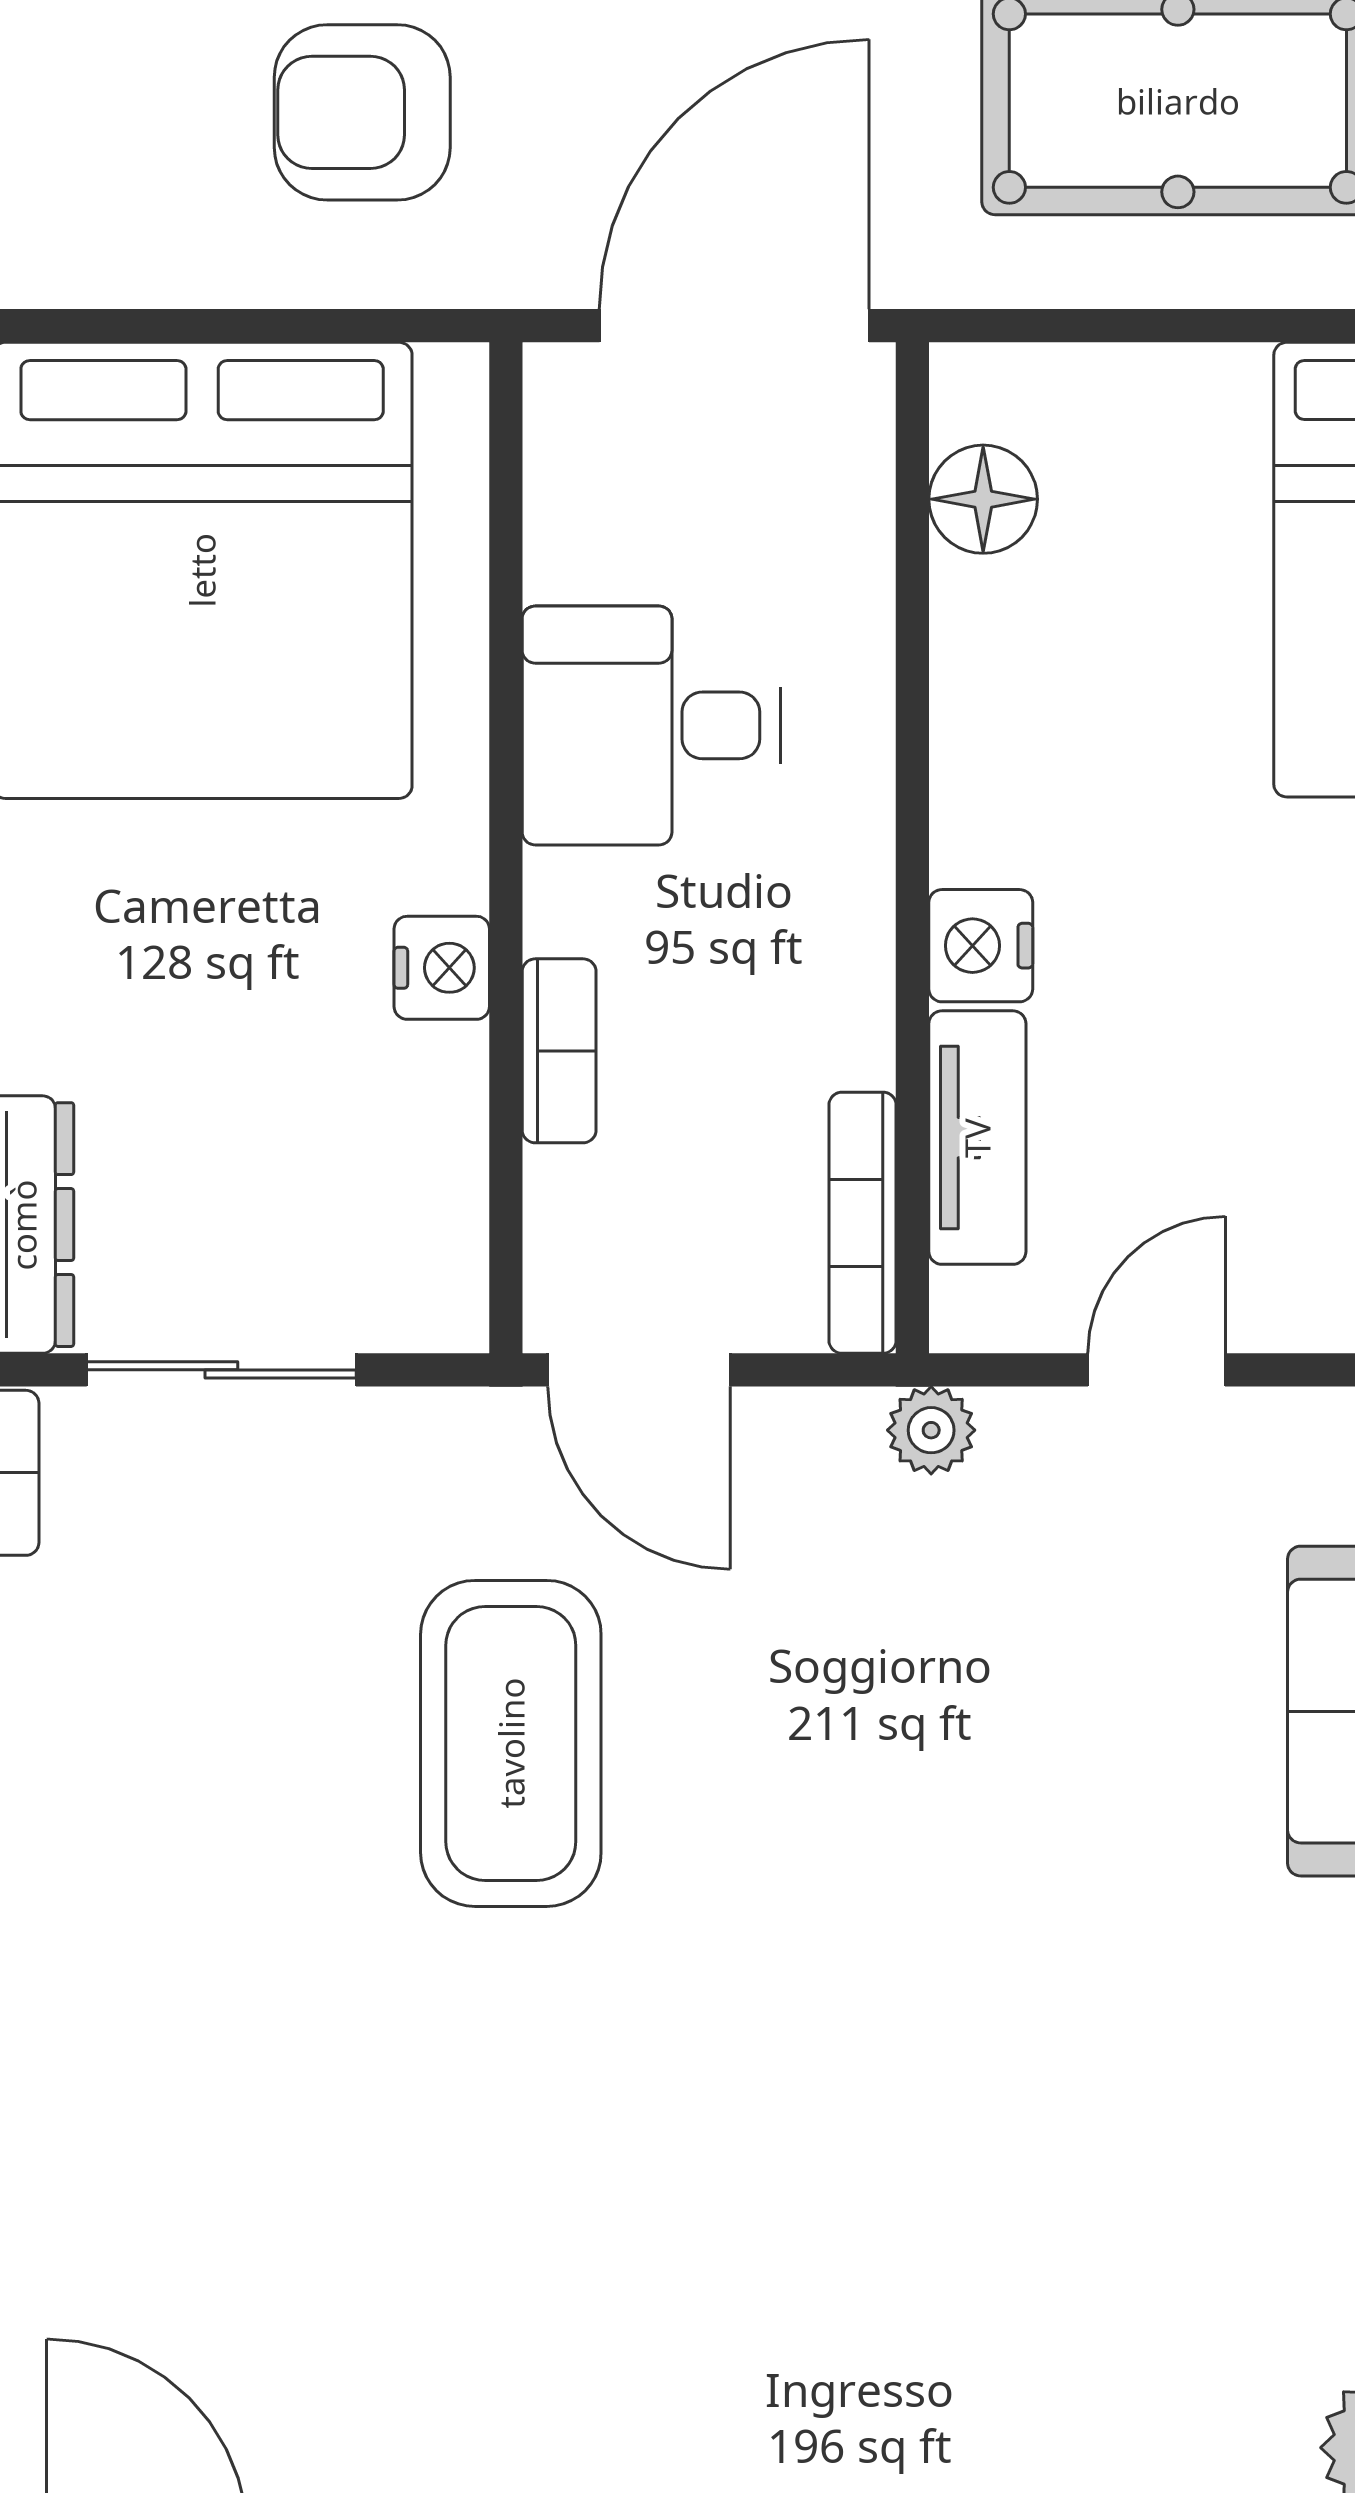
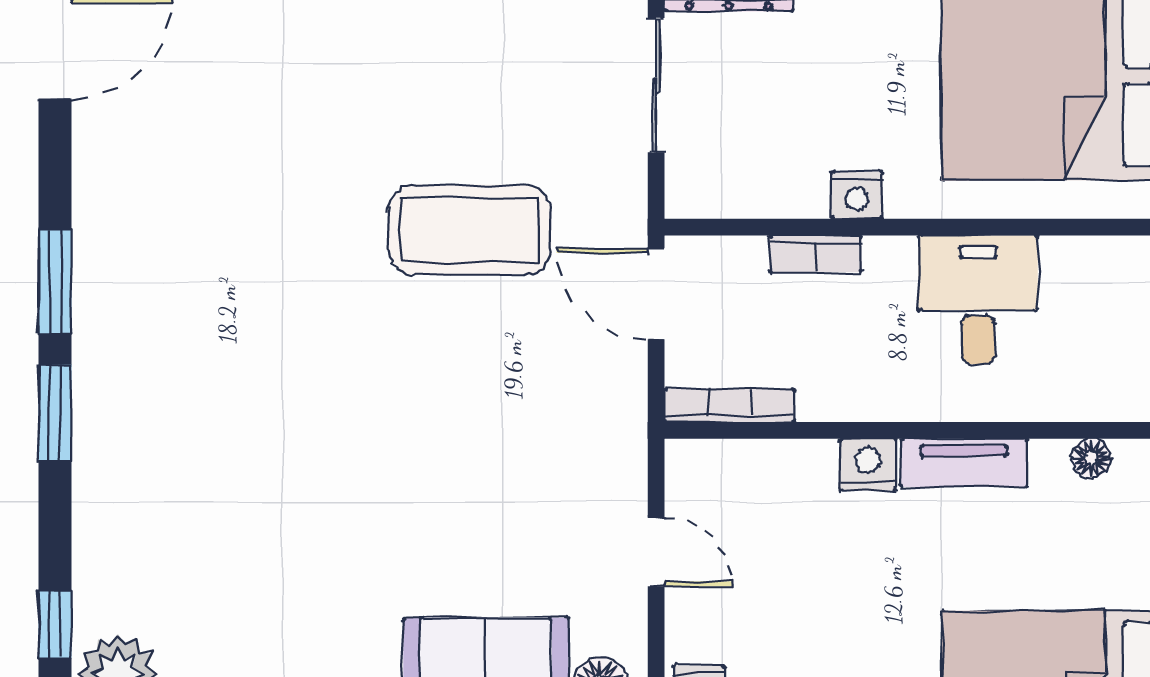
floor lamp: (983, 499) -> (1091, 458), width x0.73, depth x0.73
tv unit: (977, 1138) -> (964, 463), moved
door: (639, 1370) -> (656, 294), hinge flipped
plant: (931, 1430) -> (626, 440), removed

